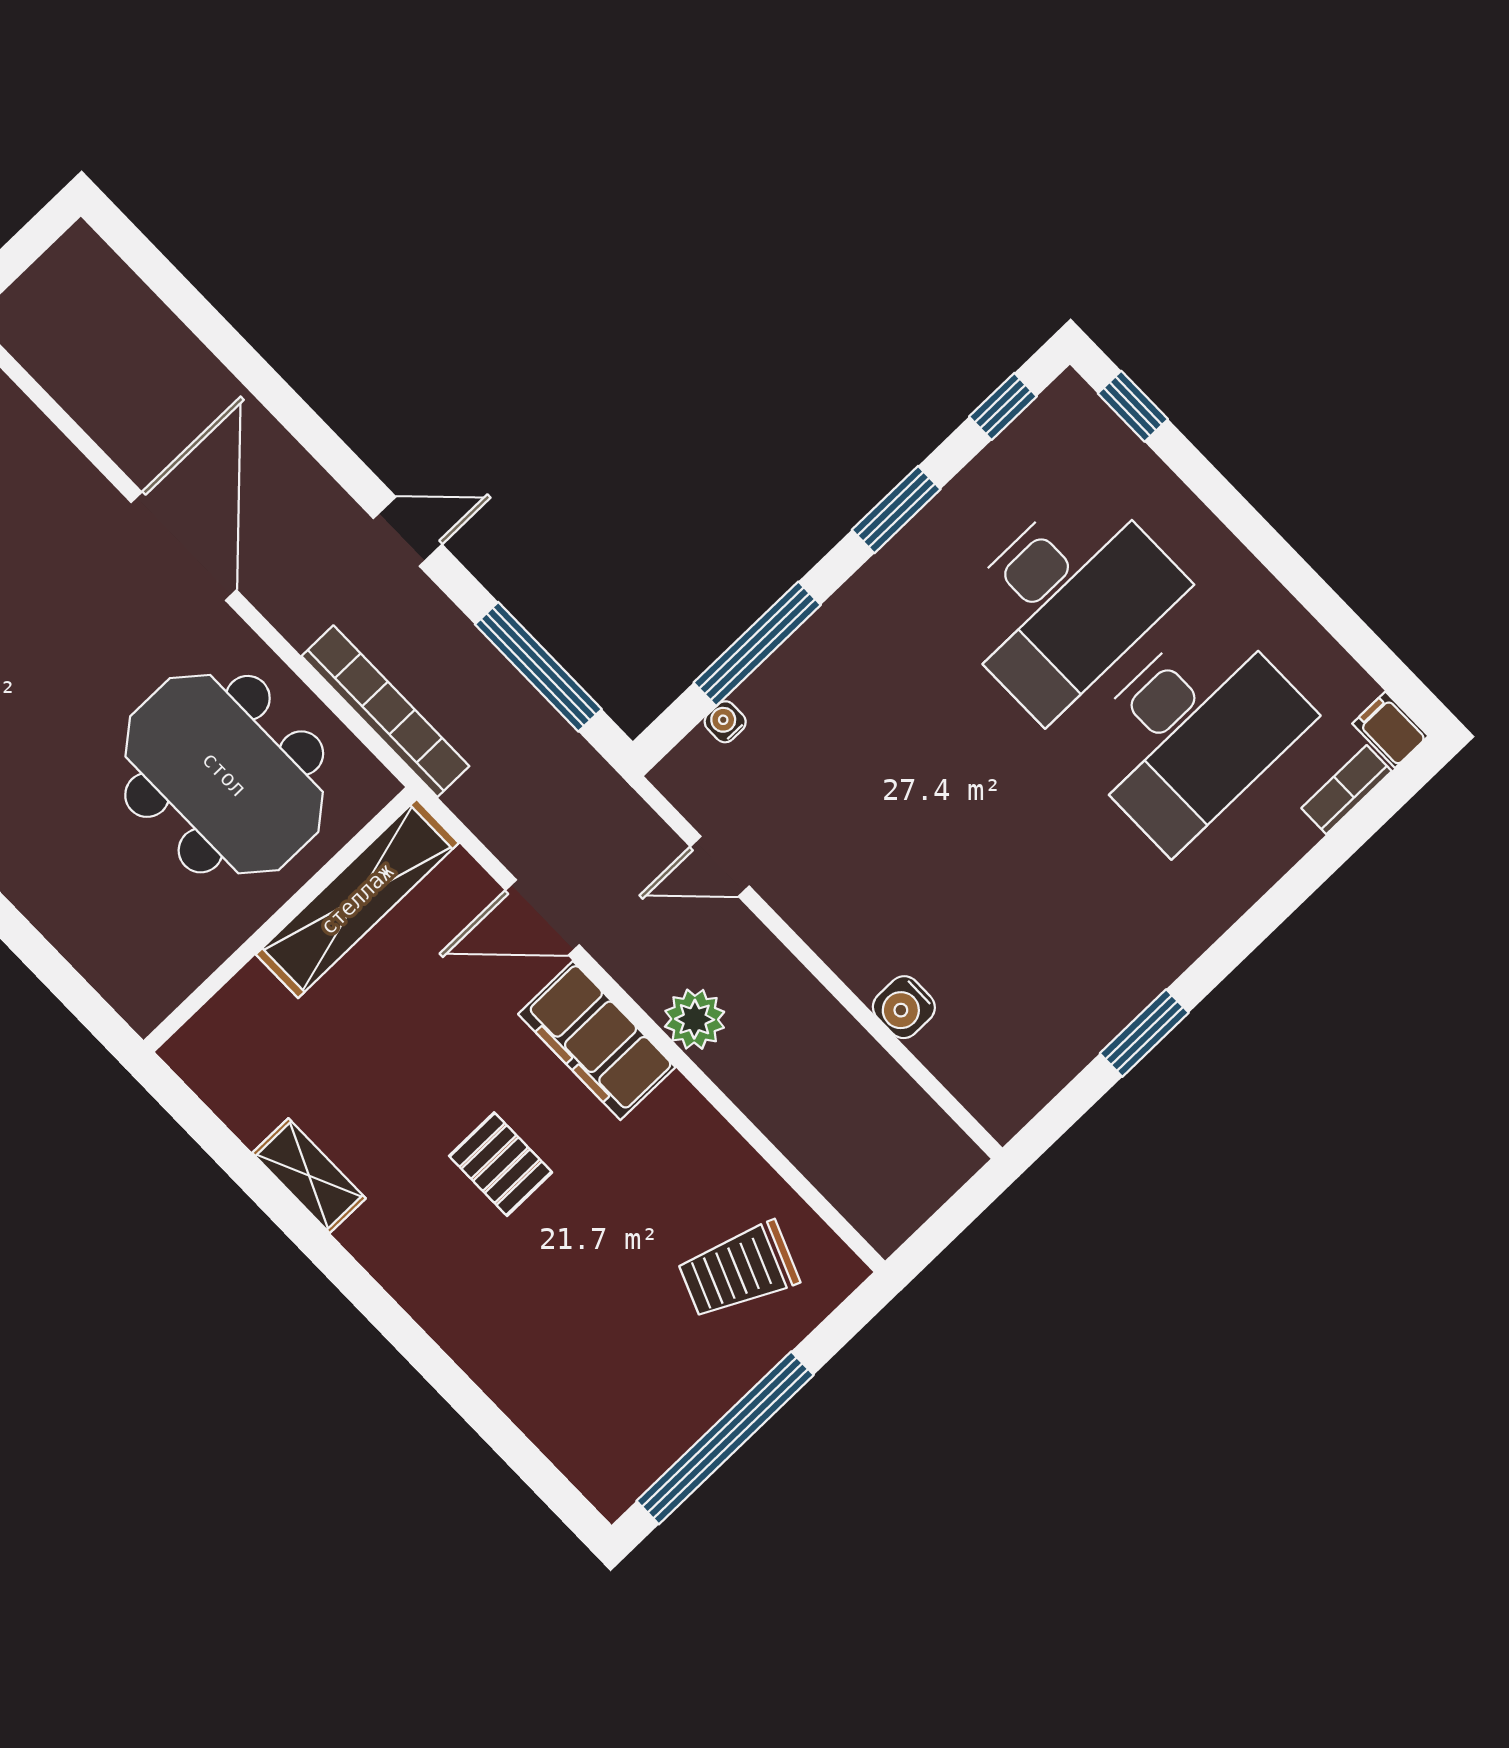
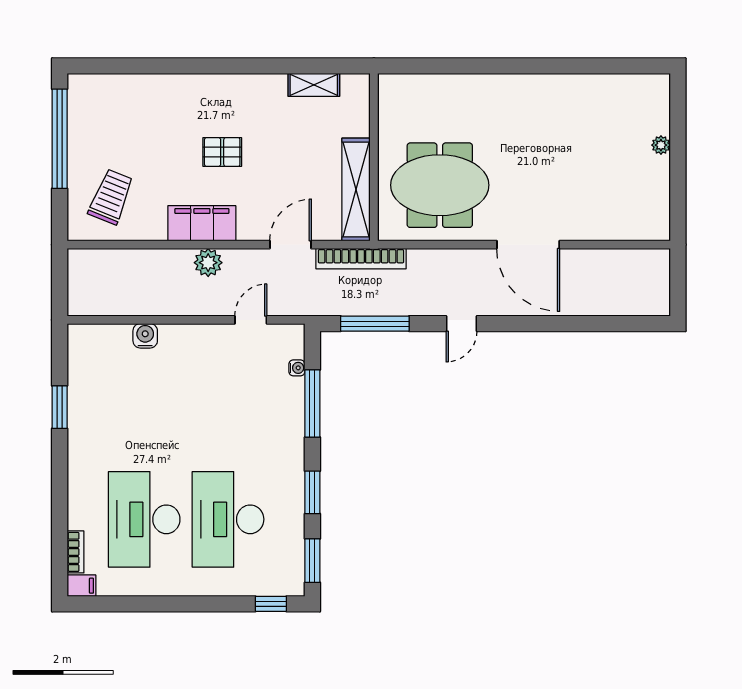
window: (1003, 406) -> (312, 561), width x1.50
bookcase: (385, 711) -> (361, 259), moved
filing cabinet: (597, 1041) -> (202, 223), moved
shelving: (309, 1176) -> (314, 85), moved

